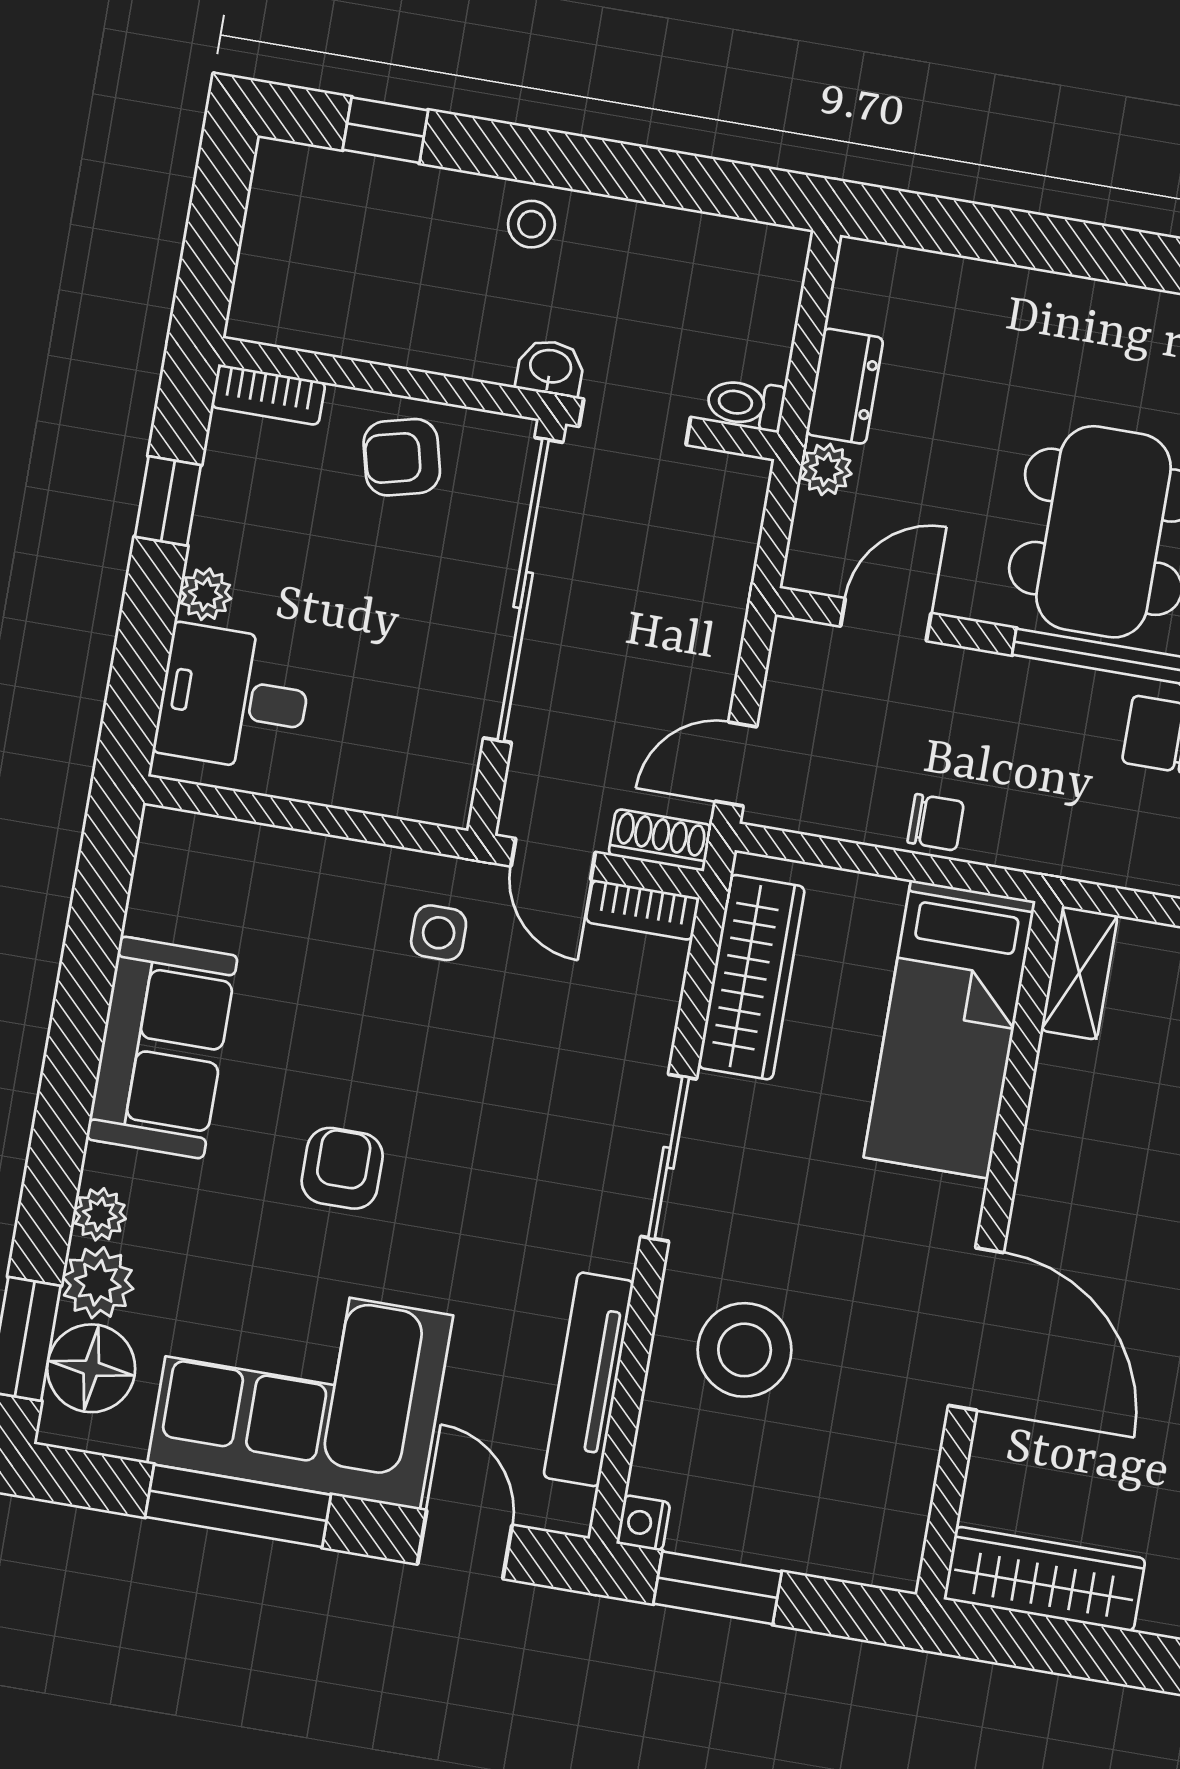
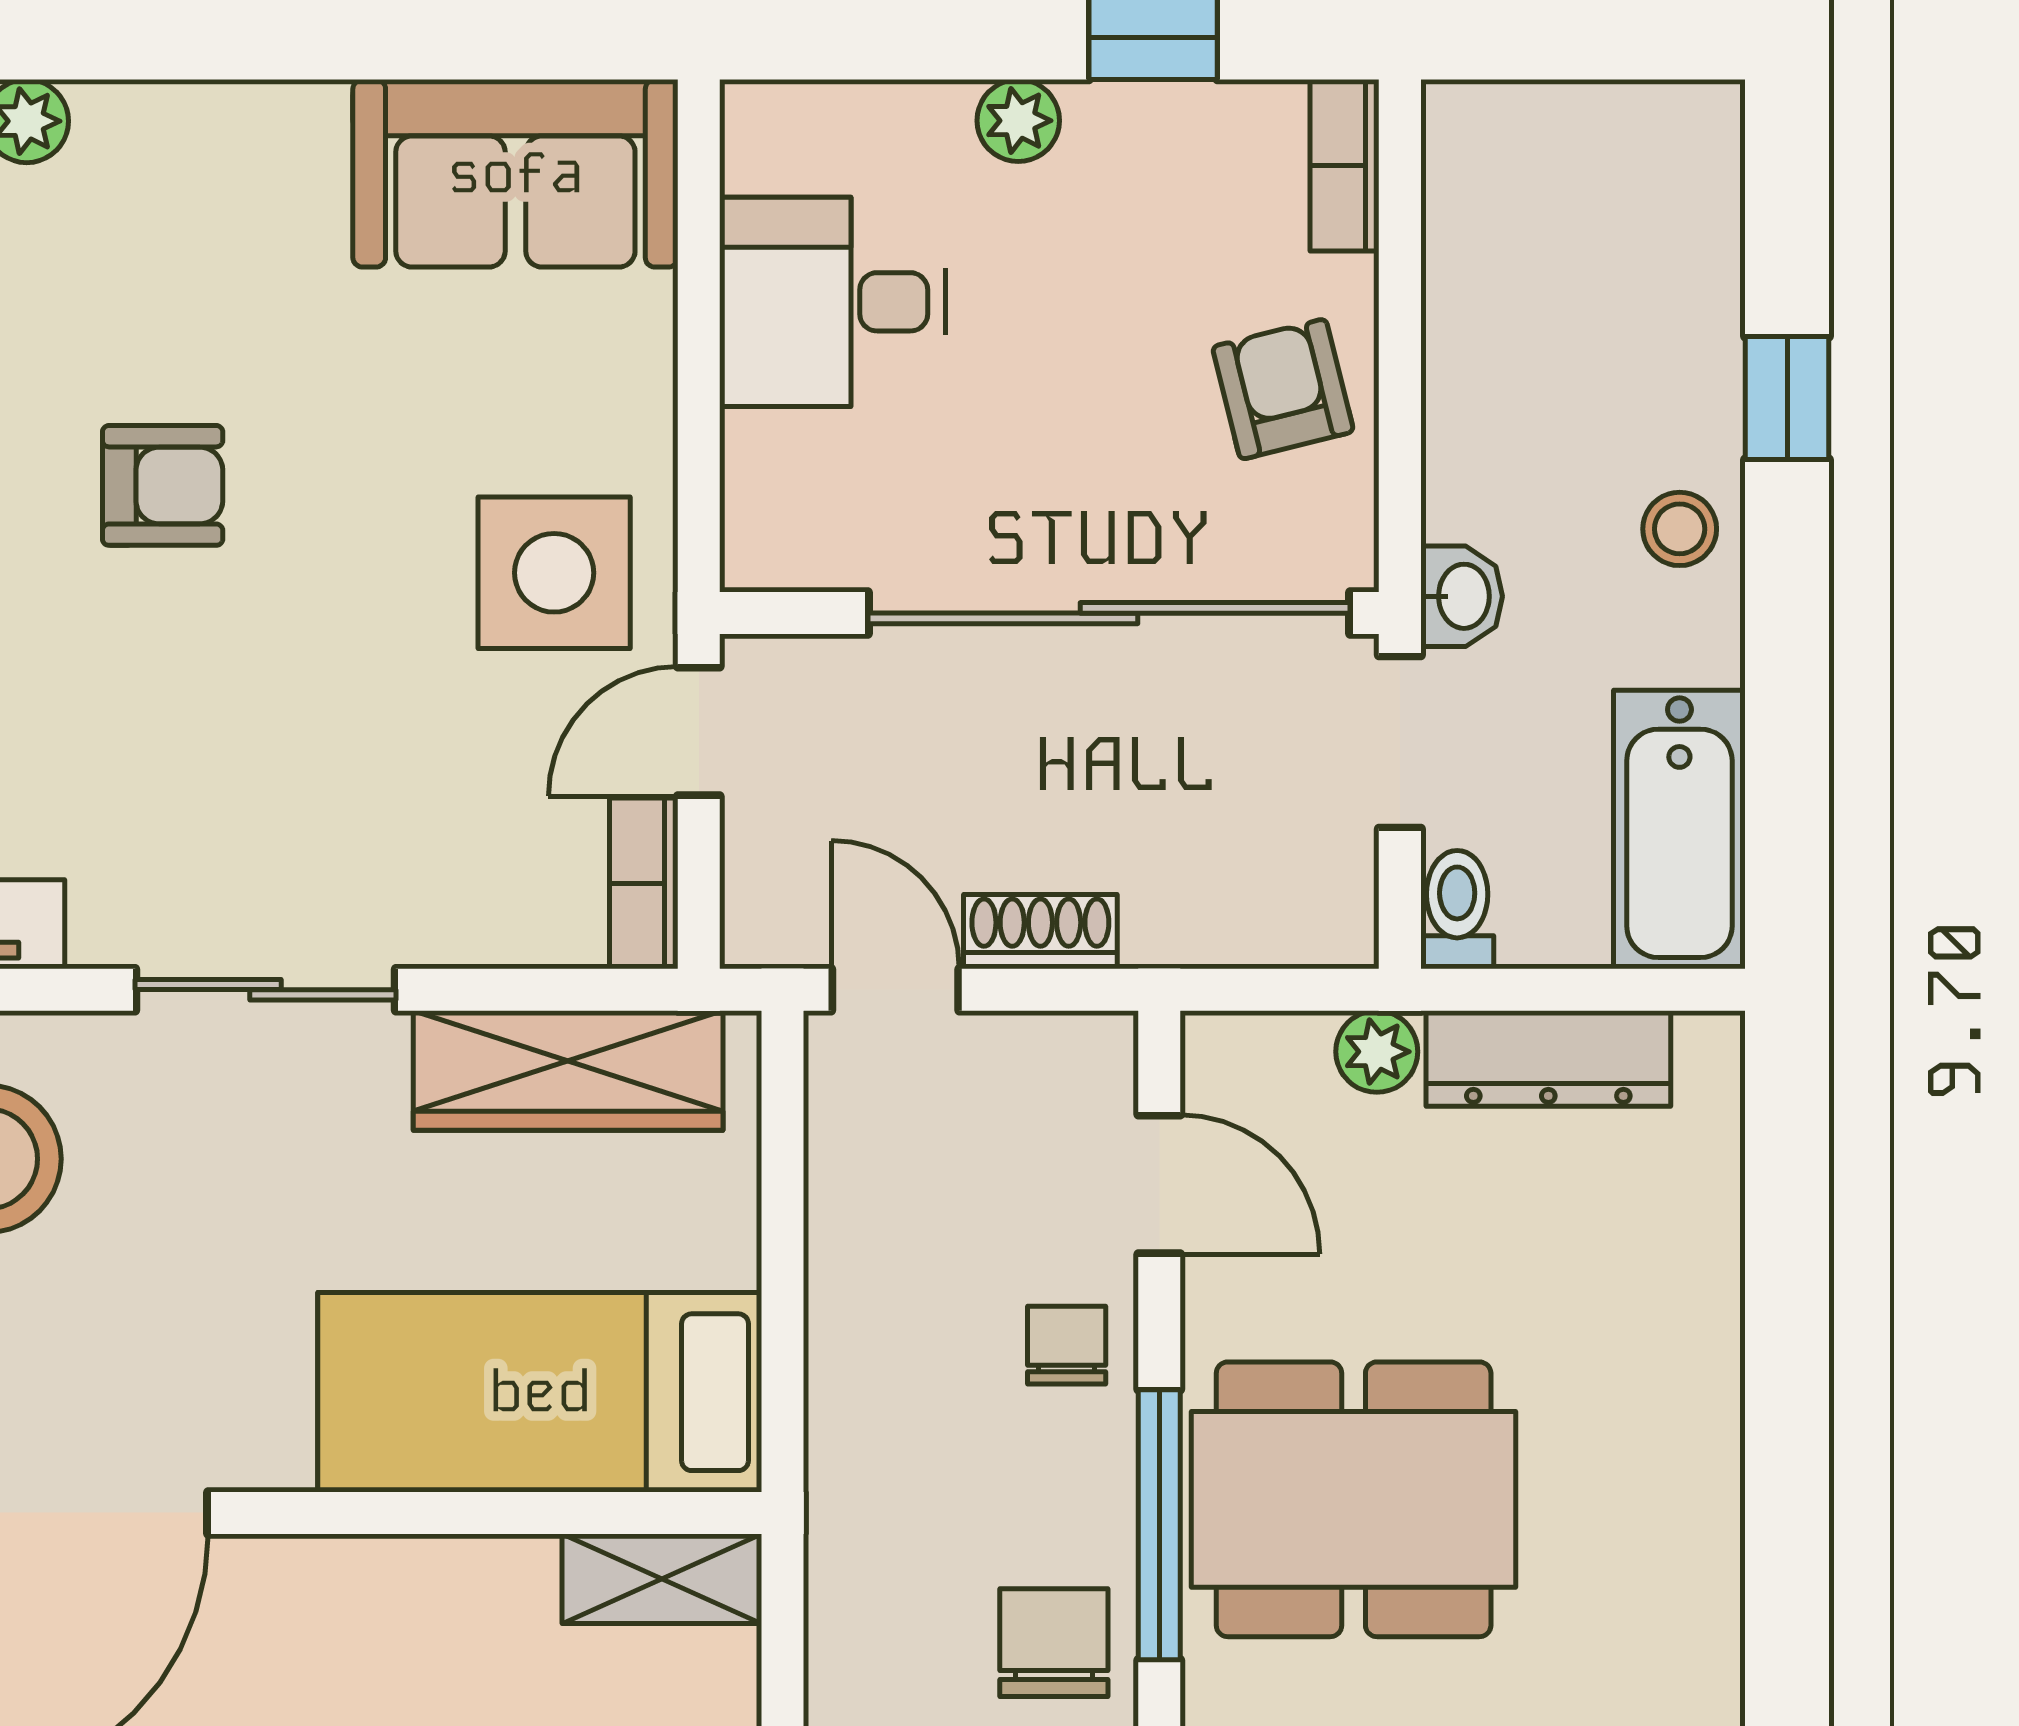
window: (385, 130) -> (1787, 398), moved
bathtub: (719, 256) -> (1679, 829), added
dresser: (845, 386) -> (1548, 1059), width x1.44
desk: (234, 698) -> (833, 302), moved, turned -90
chair: (936, 822) -> (1067, 1345), moved, turned 180
shoe rack: (660, 840) -> (1040, 932), moved, turned -90
side table: (439, 933) -> (554, 573), width x1.87, depth x1.87
sofa: (162, 1047) -> (515, 173), moved

